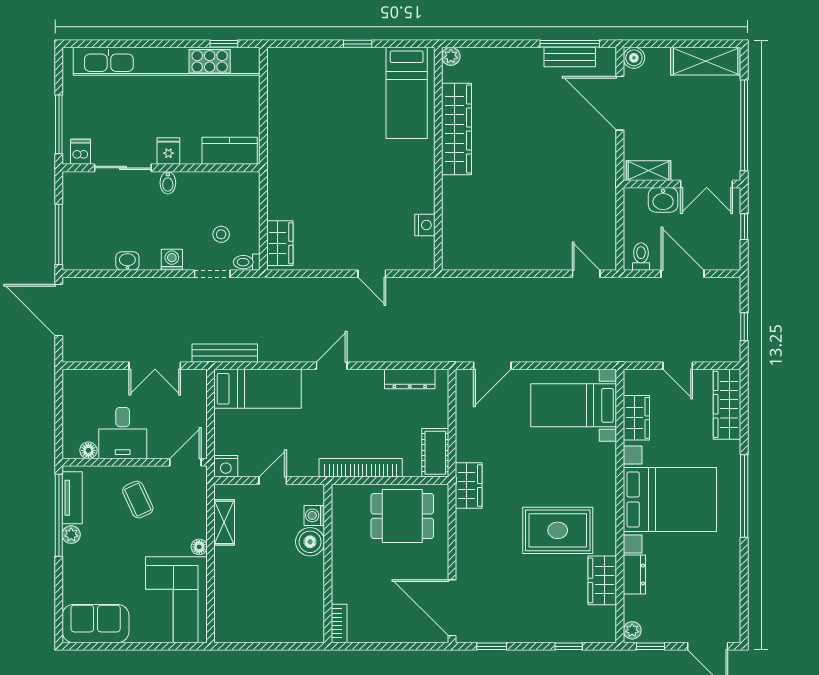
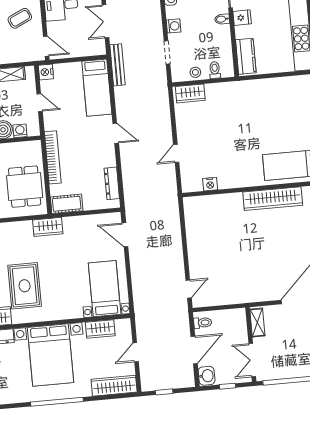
washbasin: (663, 200) -> (207, 376), moved, turned 180
stool: (221, 234) -> (195, 72), moved
toilet: (247, 262) -> (215, 70), moved

